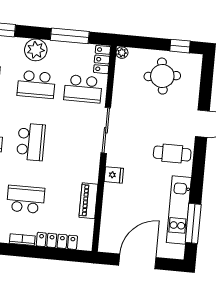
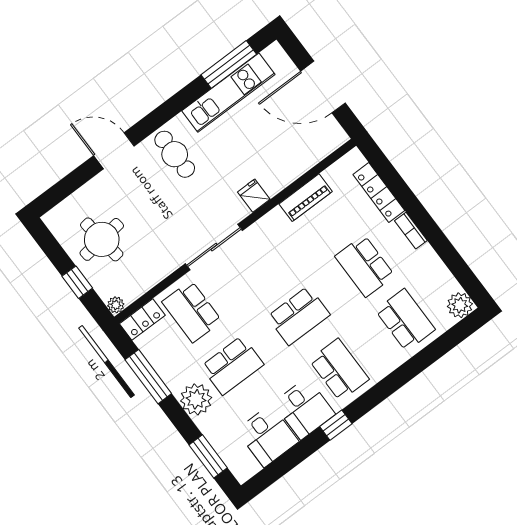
window: (180, 46) -> (77, 282), moved
school desk: (36, 84) -> (232, 365), turned 90
school desk: (83, 89) -> (192, 311), turned 180
school desk: (31, 142) -> (299, 316), turned 180

